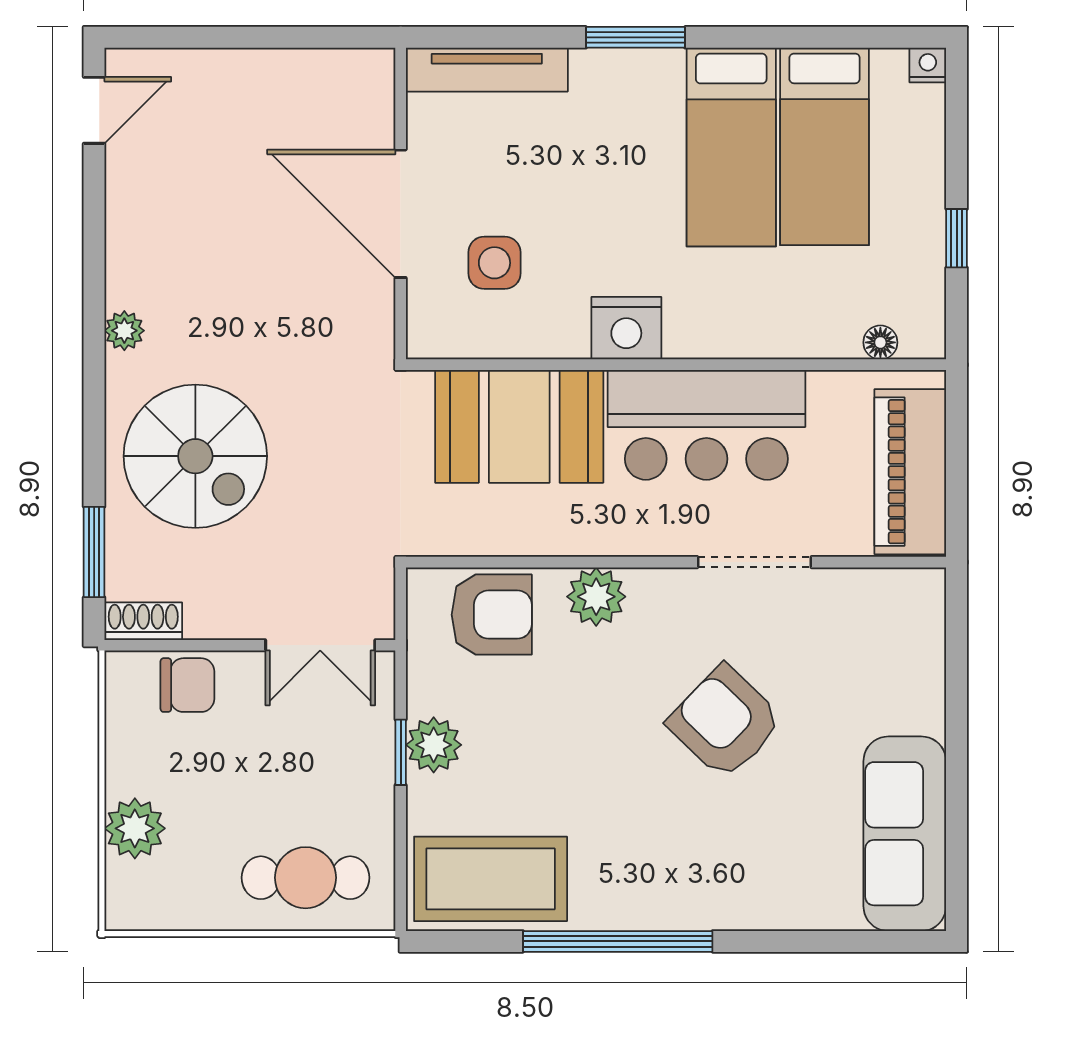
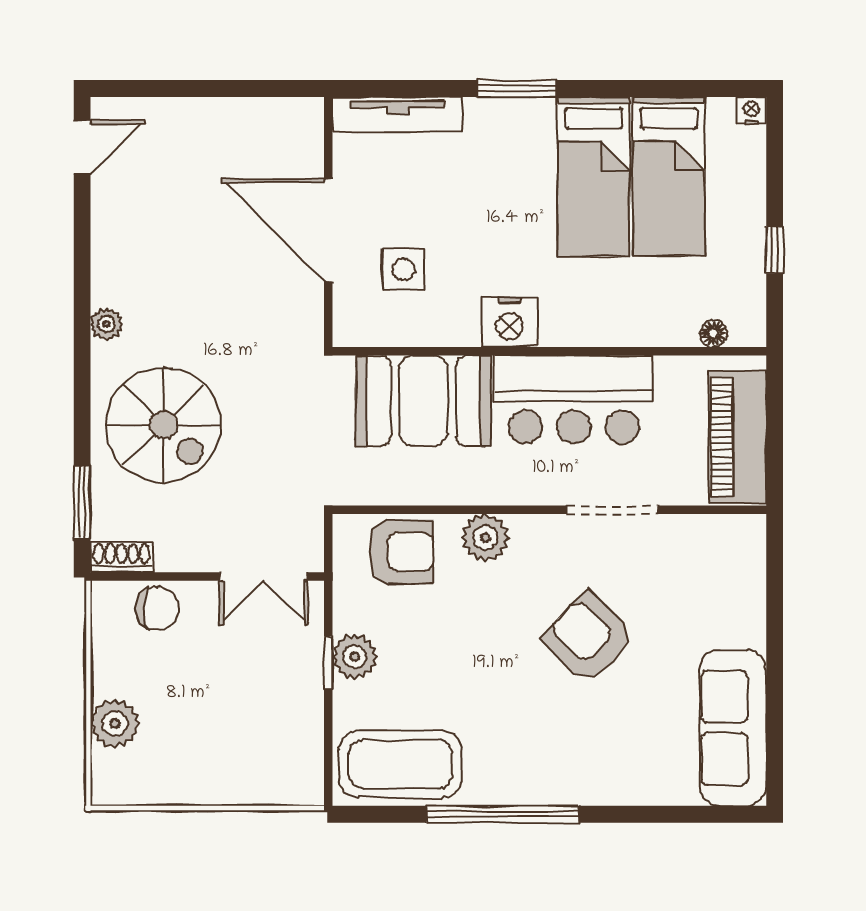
cafe table: (306, 878) -> (252, 763), removed

